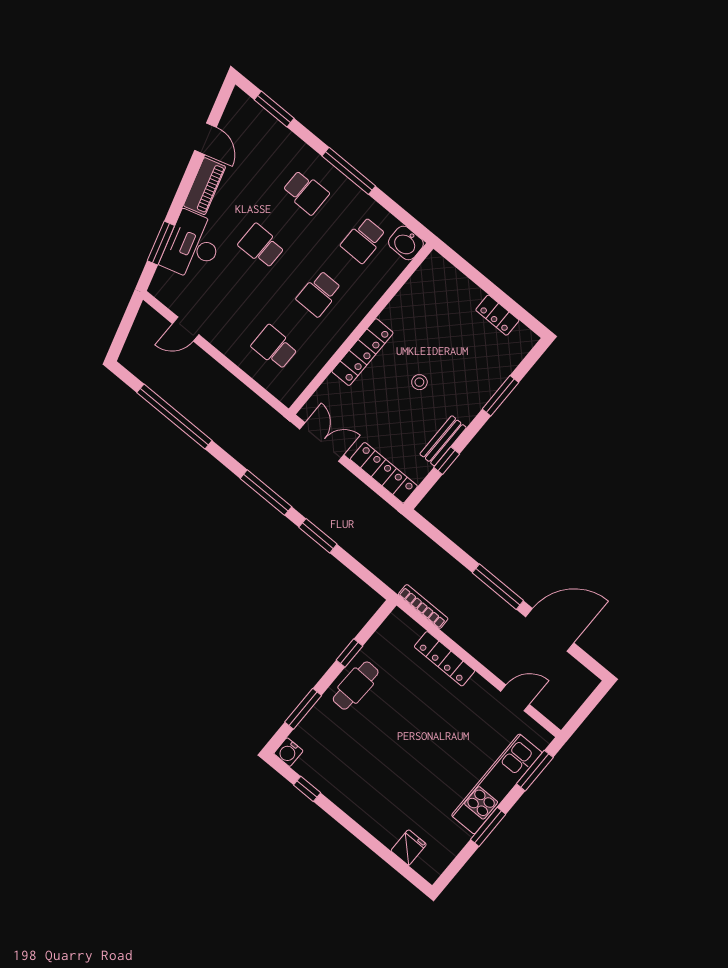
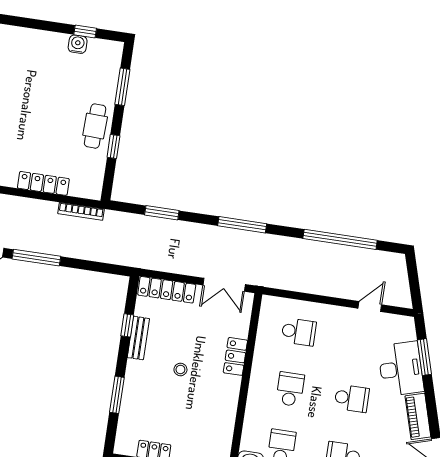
locker: (362, 352) -> (235, 356), width x0.66
window: (318, 536) -> (162, 213), moved
water cooler: (288, 752) -> (78, 44), moved

